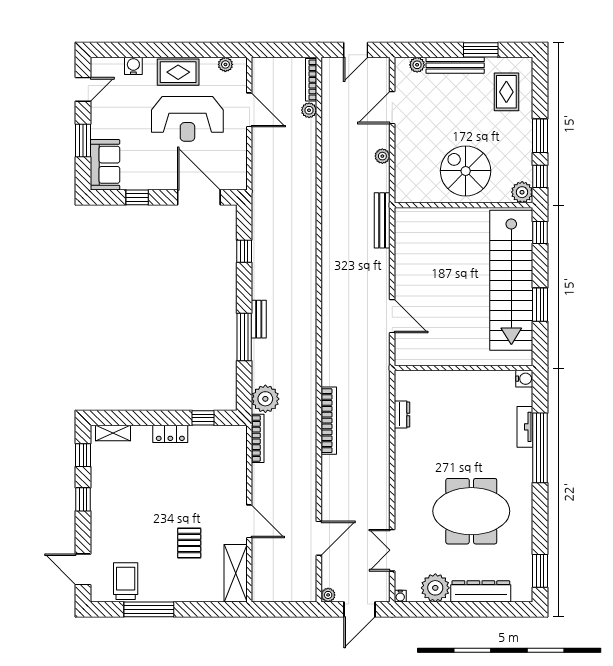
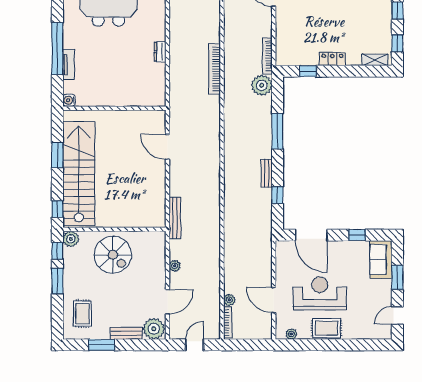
plant: (417, 65) -> (154, 329), width x1.87, depth x1.87
bench: (455, 65) -> (126, 333), width x0.73
water cooler: (133, 66) -> (360, 333), removed
bench: (259, 319) -> (267, 173), moved
dresser: (402, 414) -> (160, 52), moved

